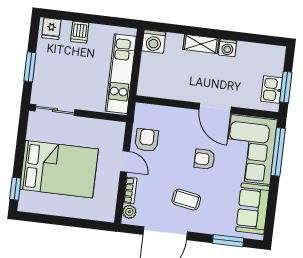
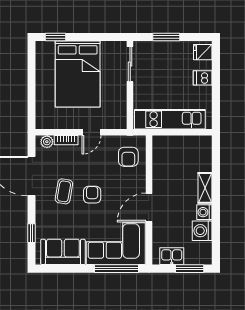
washing machine: (154, 42) -> (202, 231), moved
window: (286, 87) -> (190, 269), moved
armchair: (147, 140) -> (128, 157), moved, turned 90
armchair: (205, 159) -> (92, 195), moved
window: (228, 241) -> (32, 233), width x0.67

